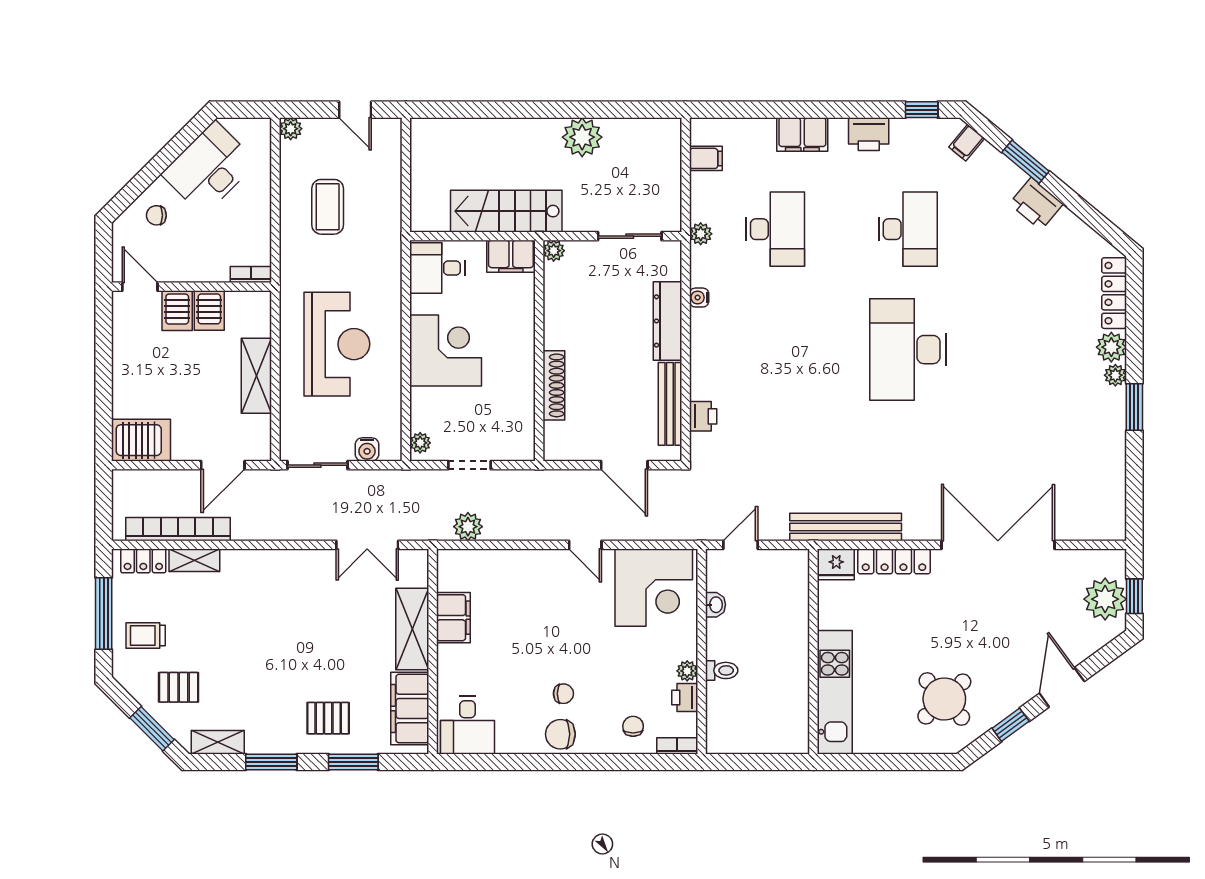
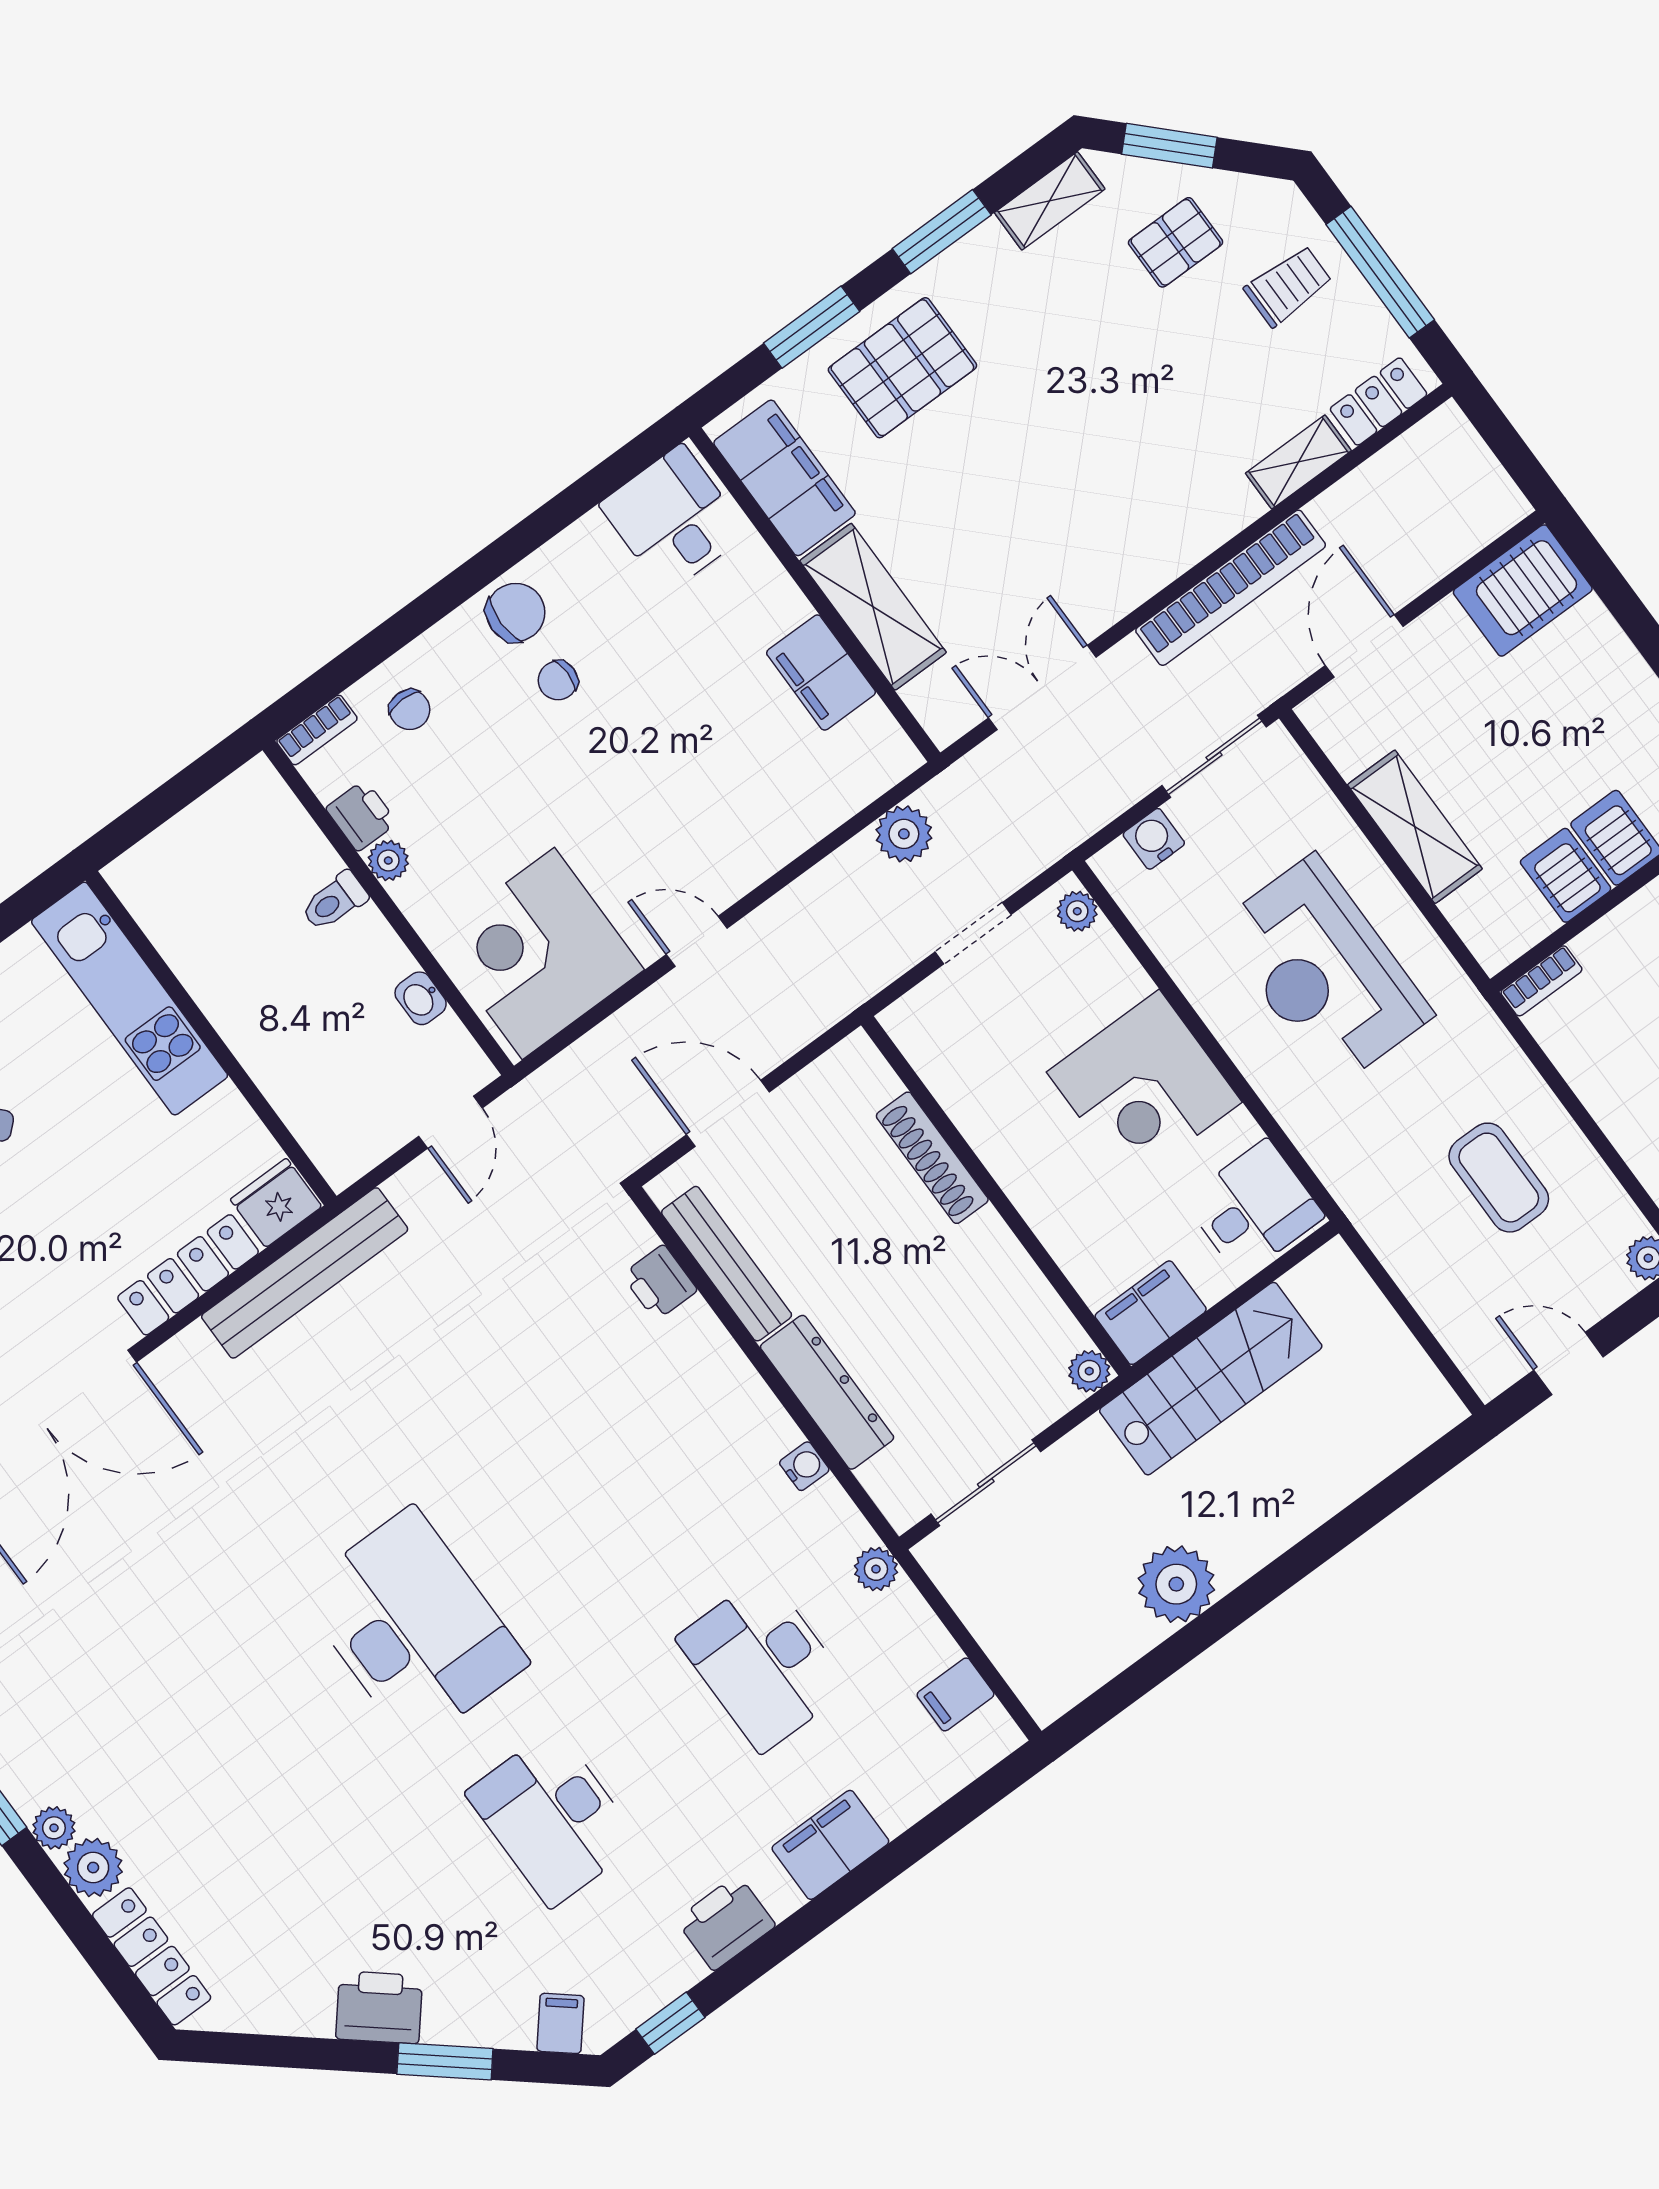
bookcase: (178, 529) -> (1231, 588), moved
pallet: (328, 718) -> (902, 368), width x1.50, depth x1.42

